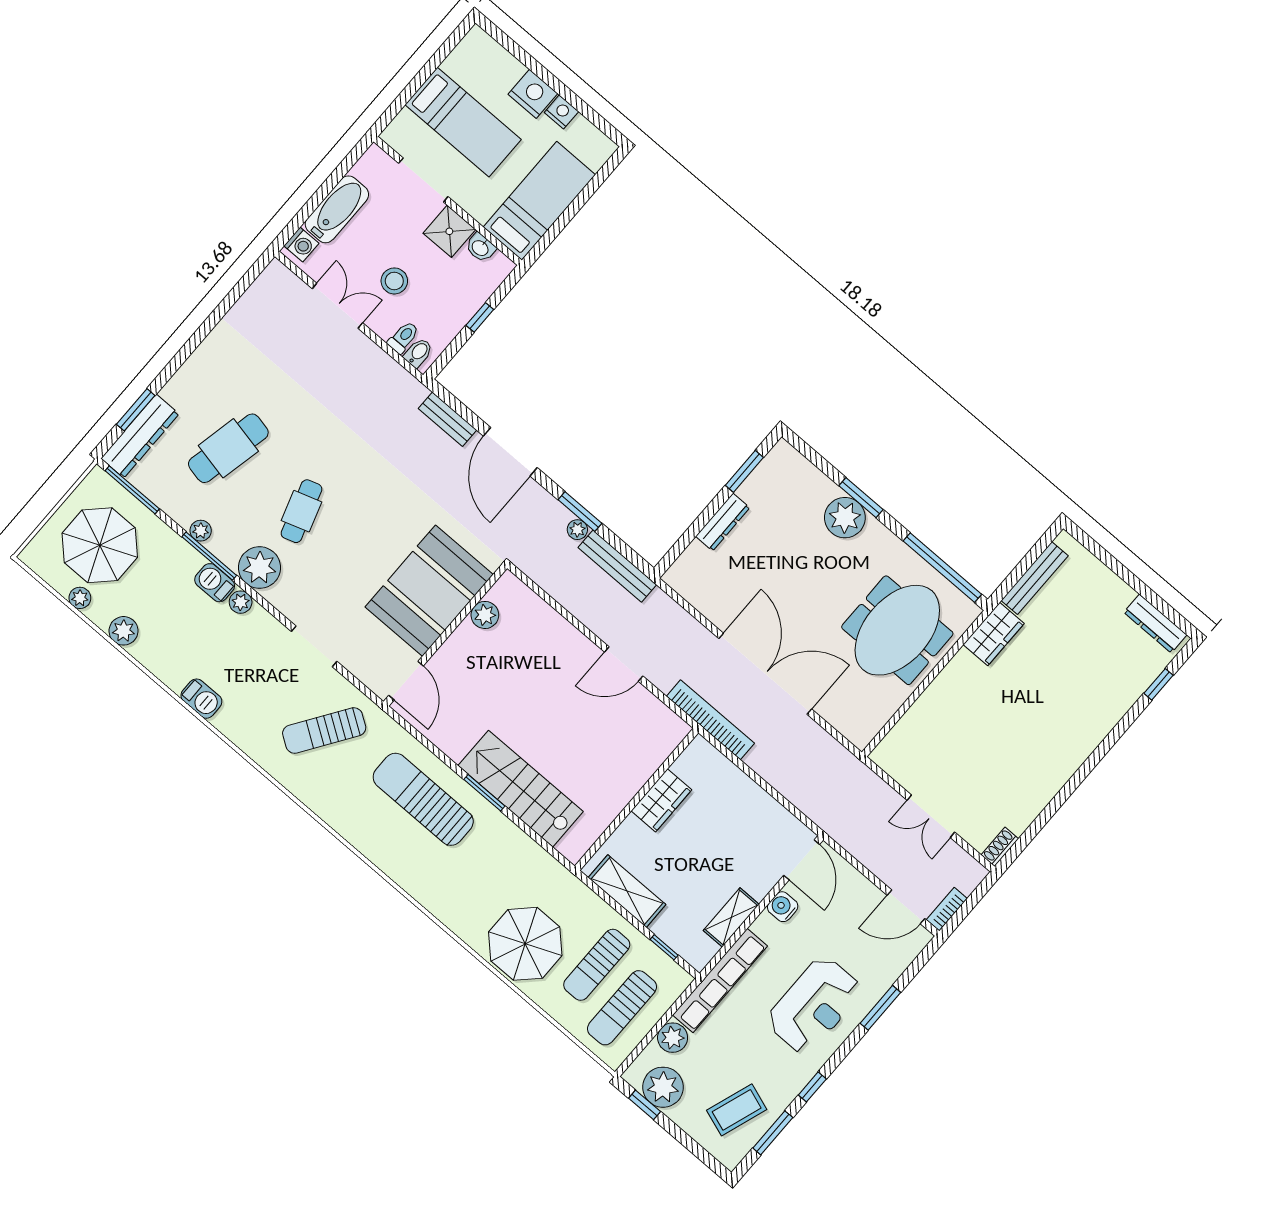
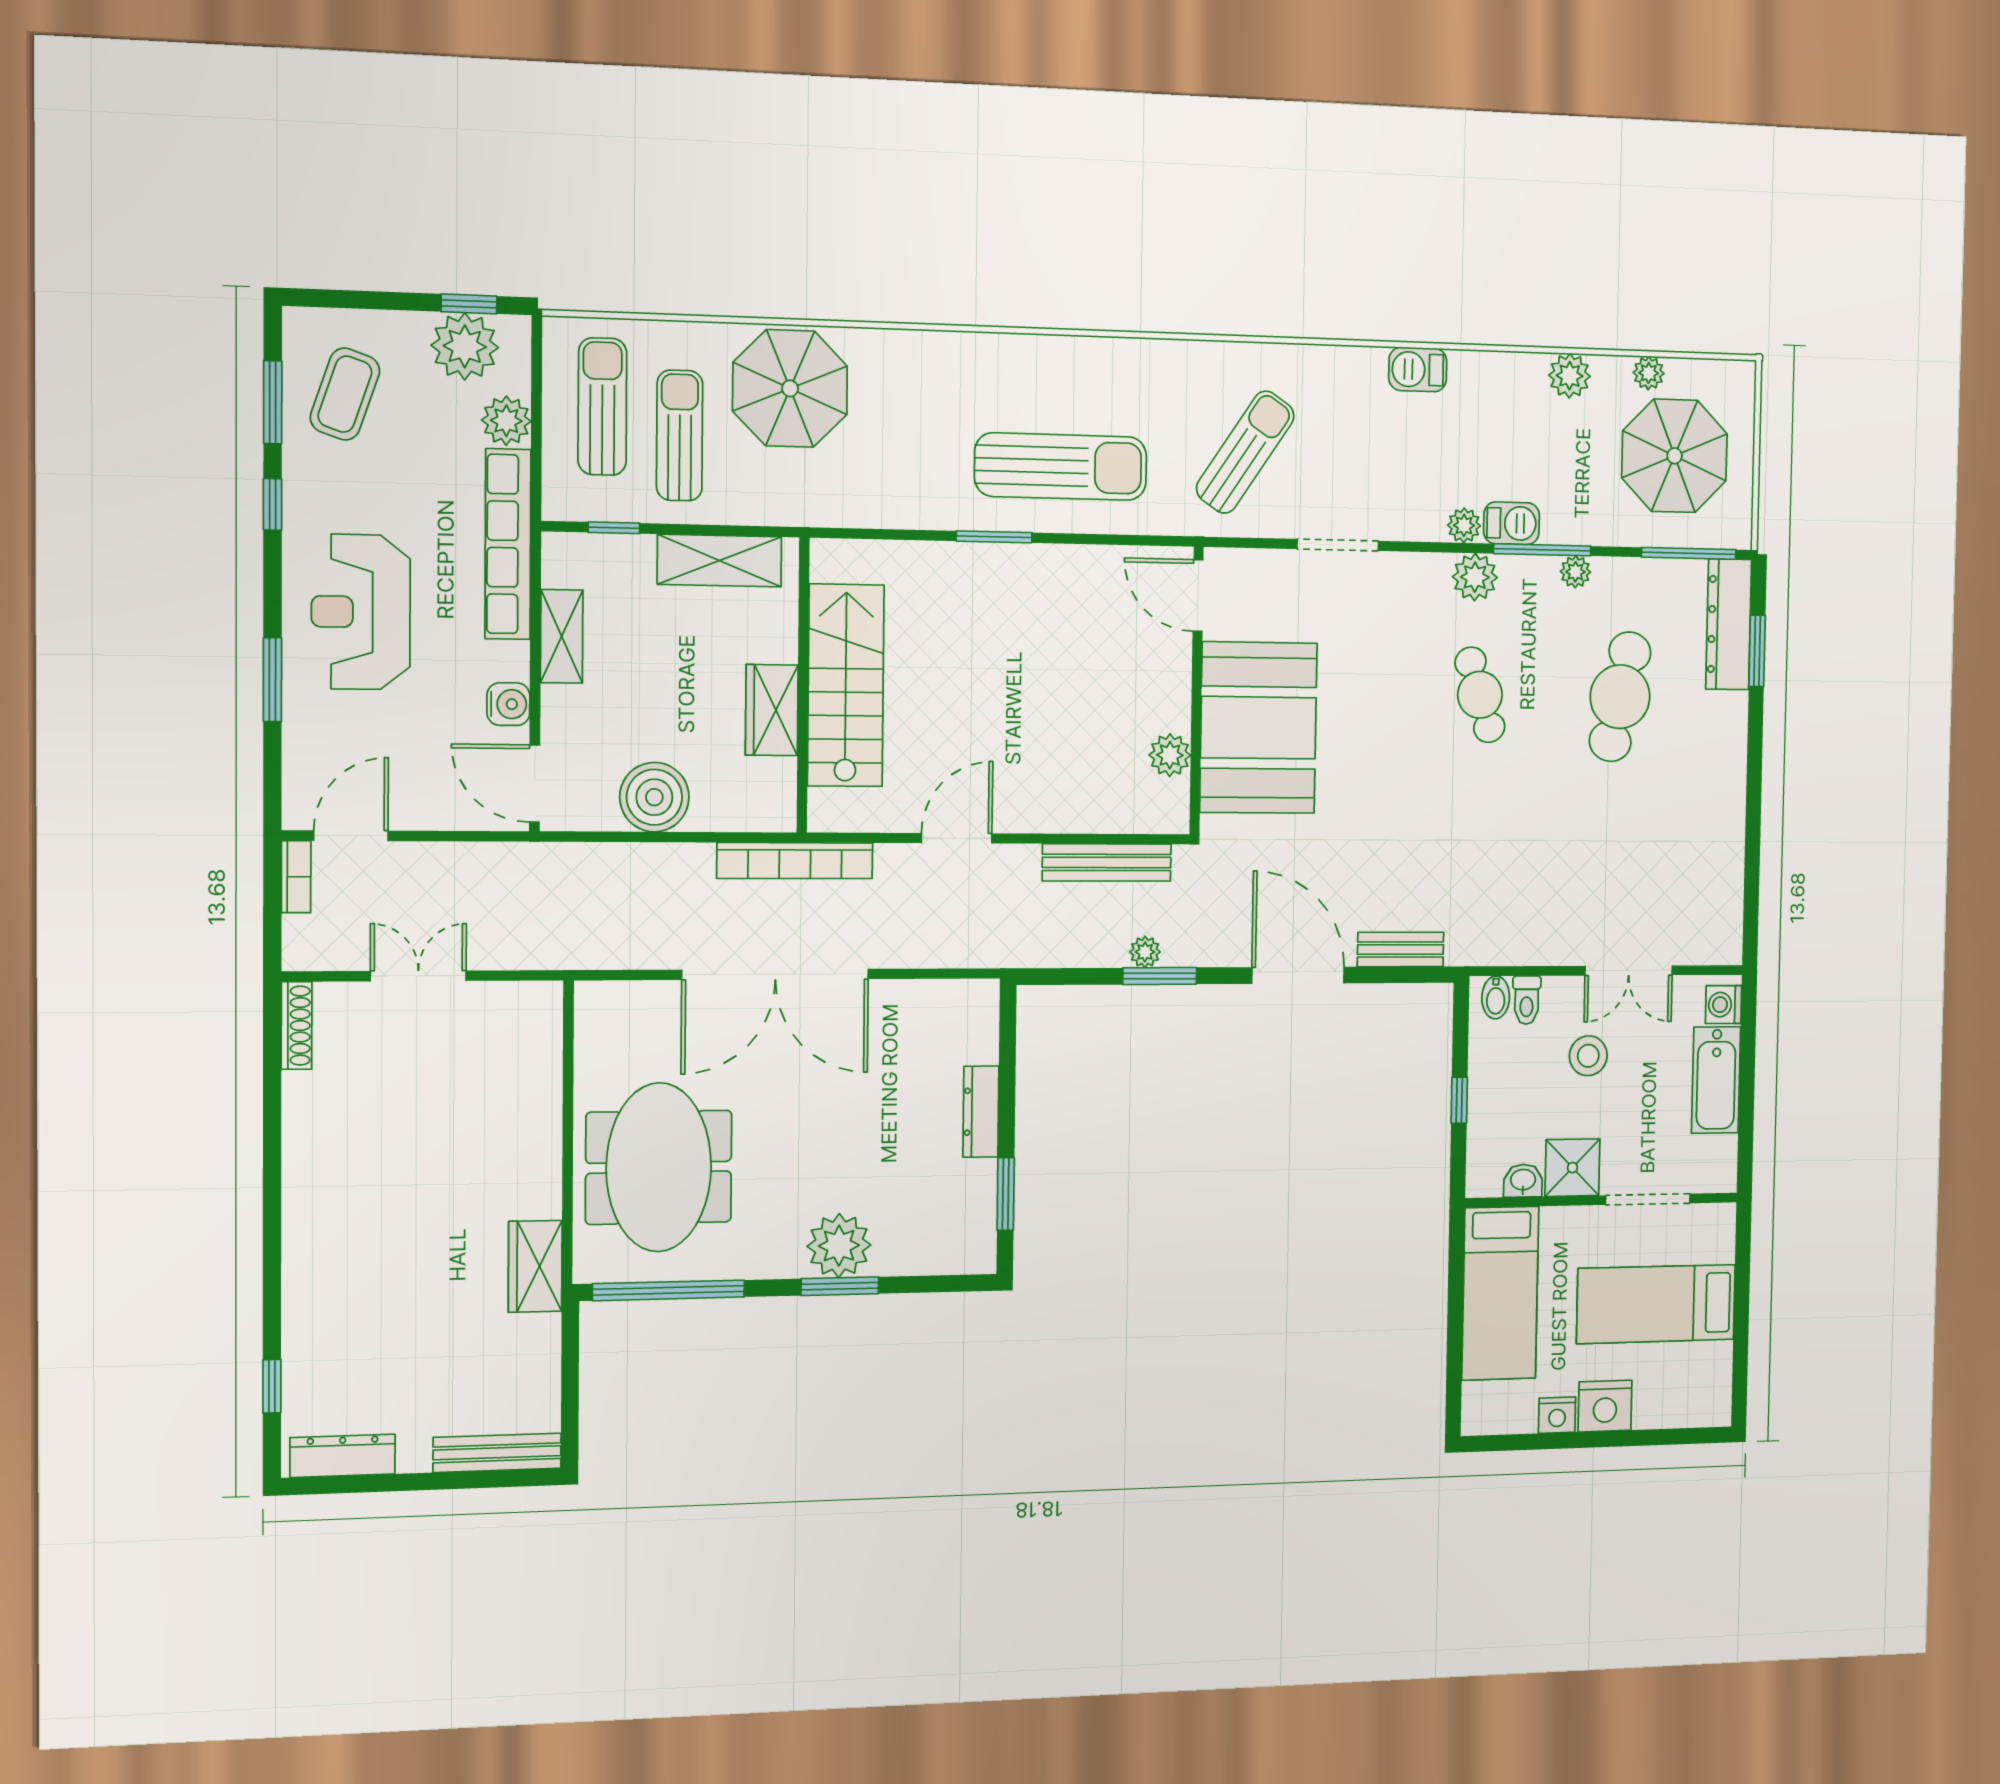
bench: (617, 566) -> (1107, 862), moved
plant: (260, 568) -> (1475, 577), width x0.73, depth x0.73
bench: (1035, 578) -> (497, 1453), moved, turned 90
stairs: (521, 789) -> (846, 685), moved, turned -90
boiler: (752, 806) -> (654, 797), added
shoe rack: (1000, 847) -> (297, 1026), width x1.43

